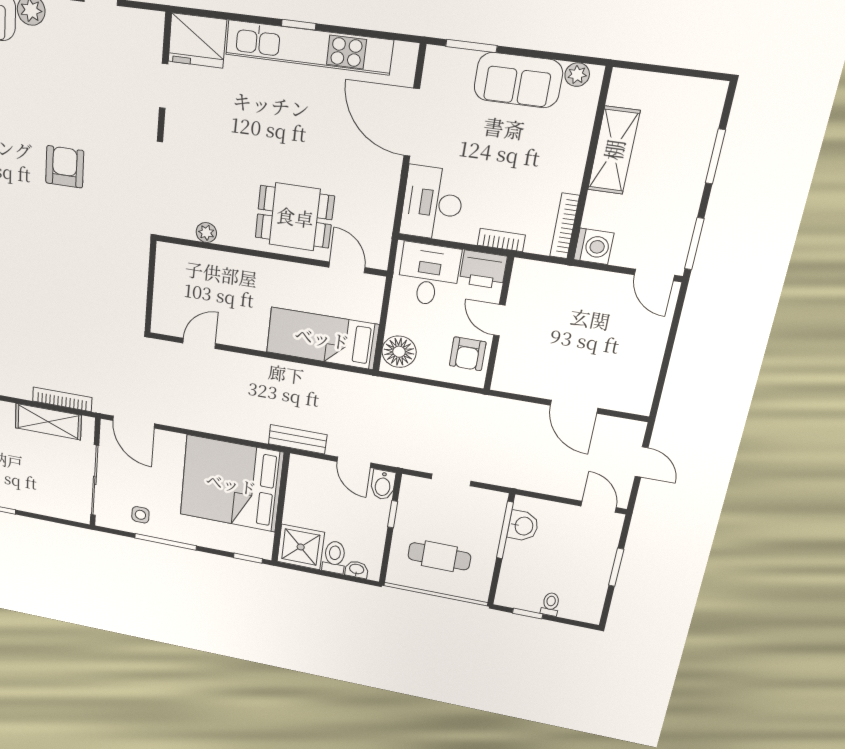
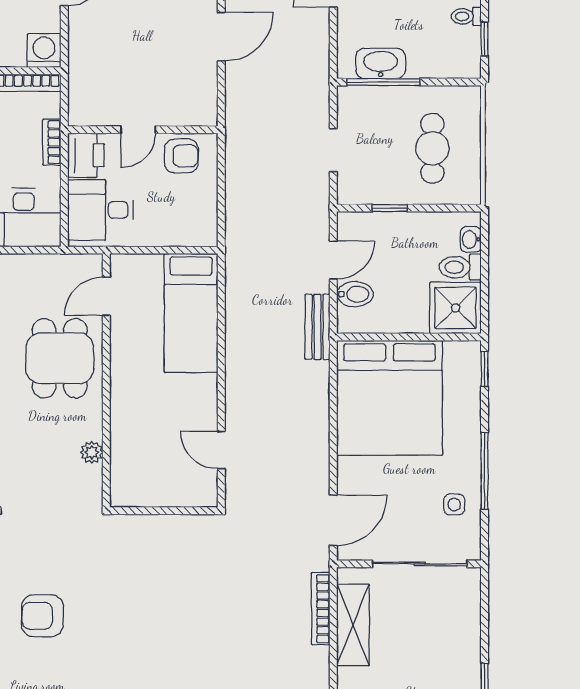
floor lamp: (399, 352) -> (192, 228), removed
bidet: (383, 485) -> (355, 294), moved
washbasin: (523, 526) -> (381, 63), width x1.38

